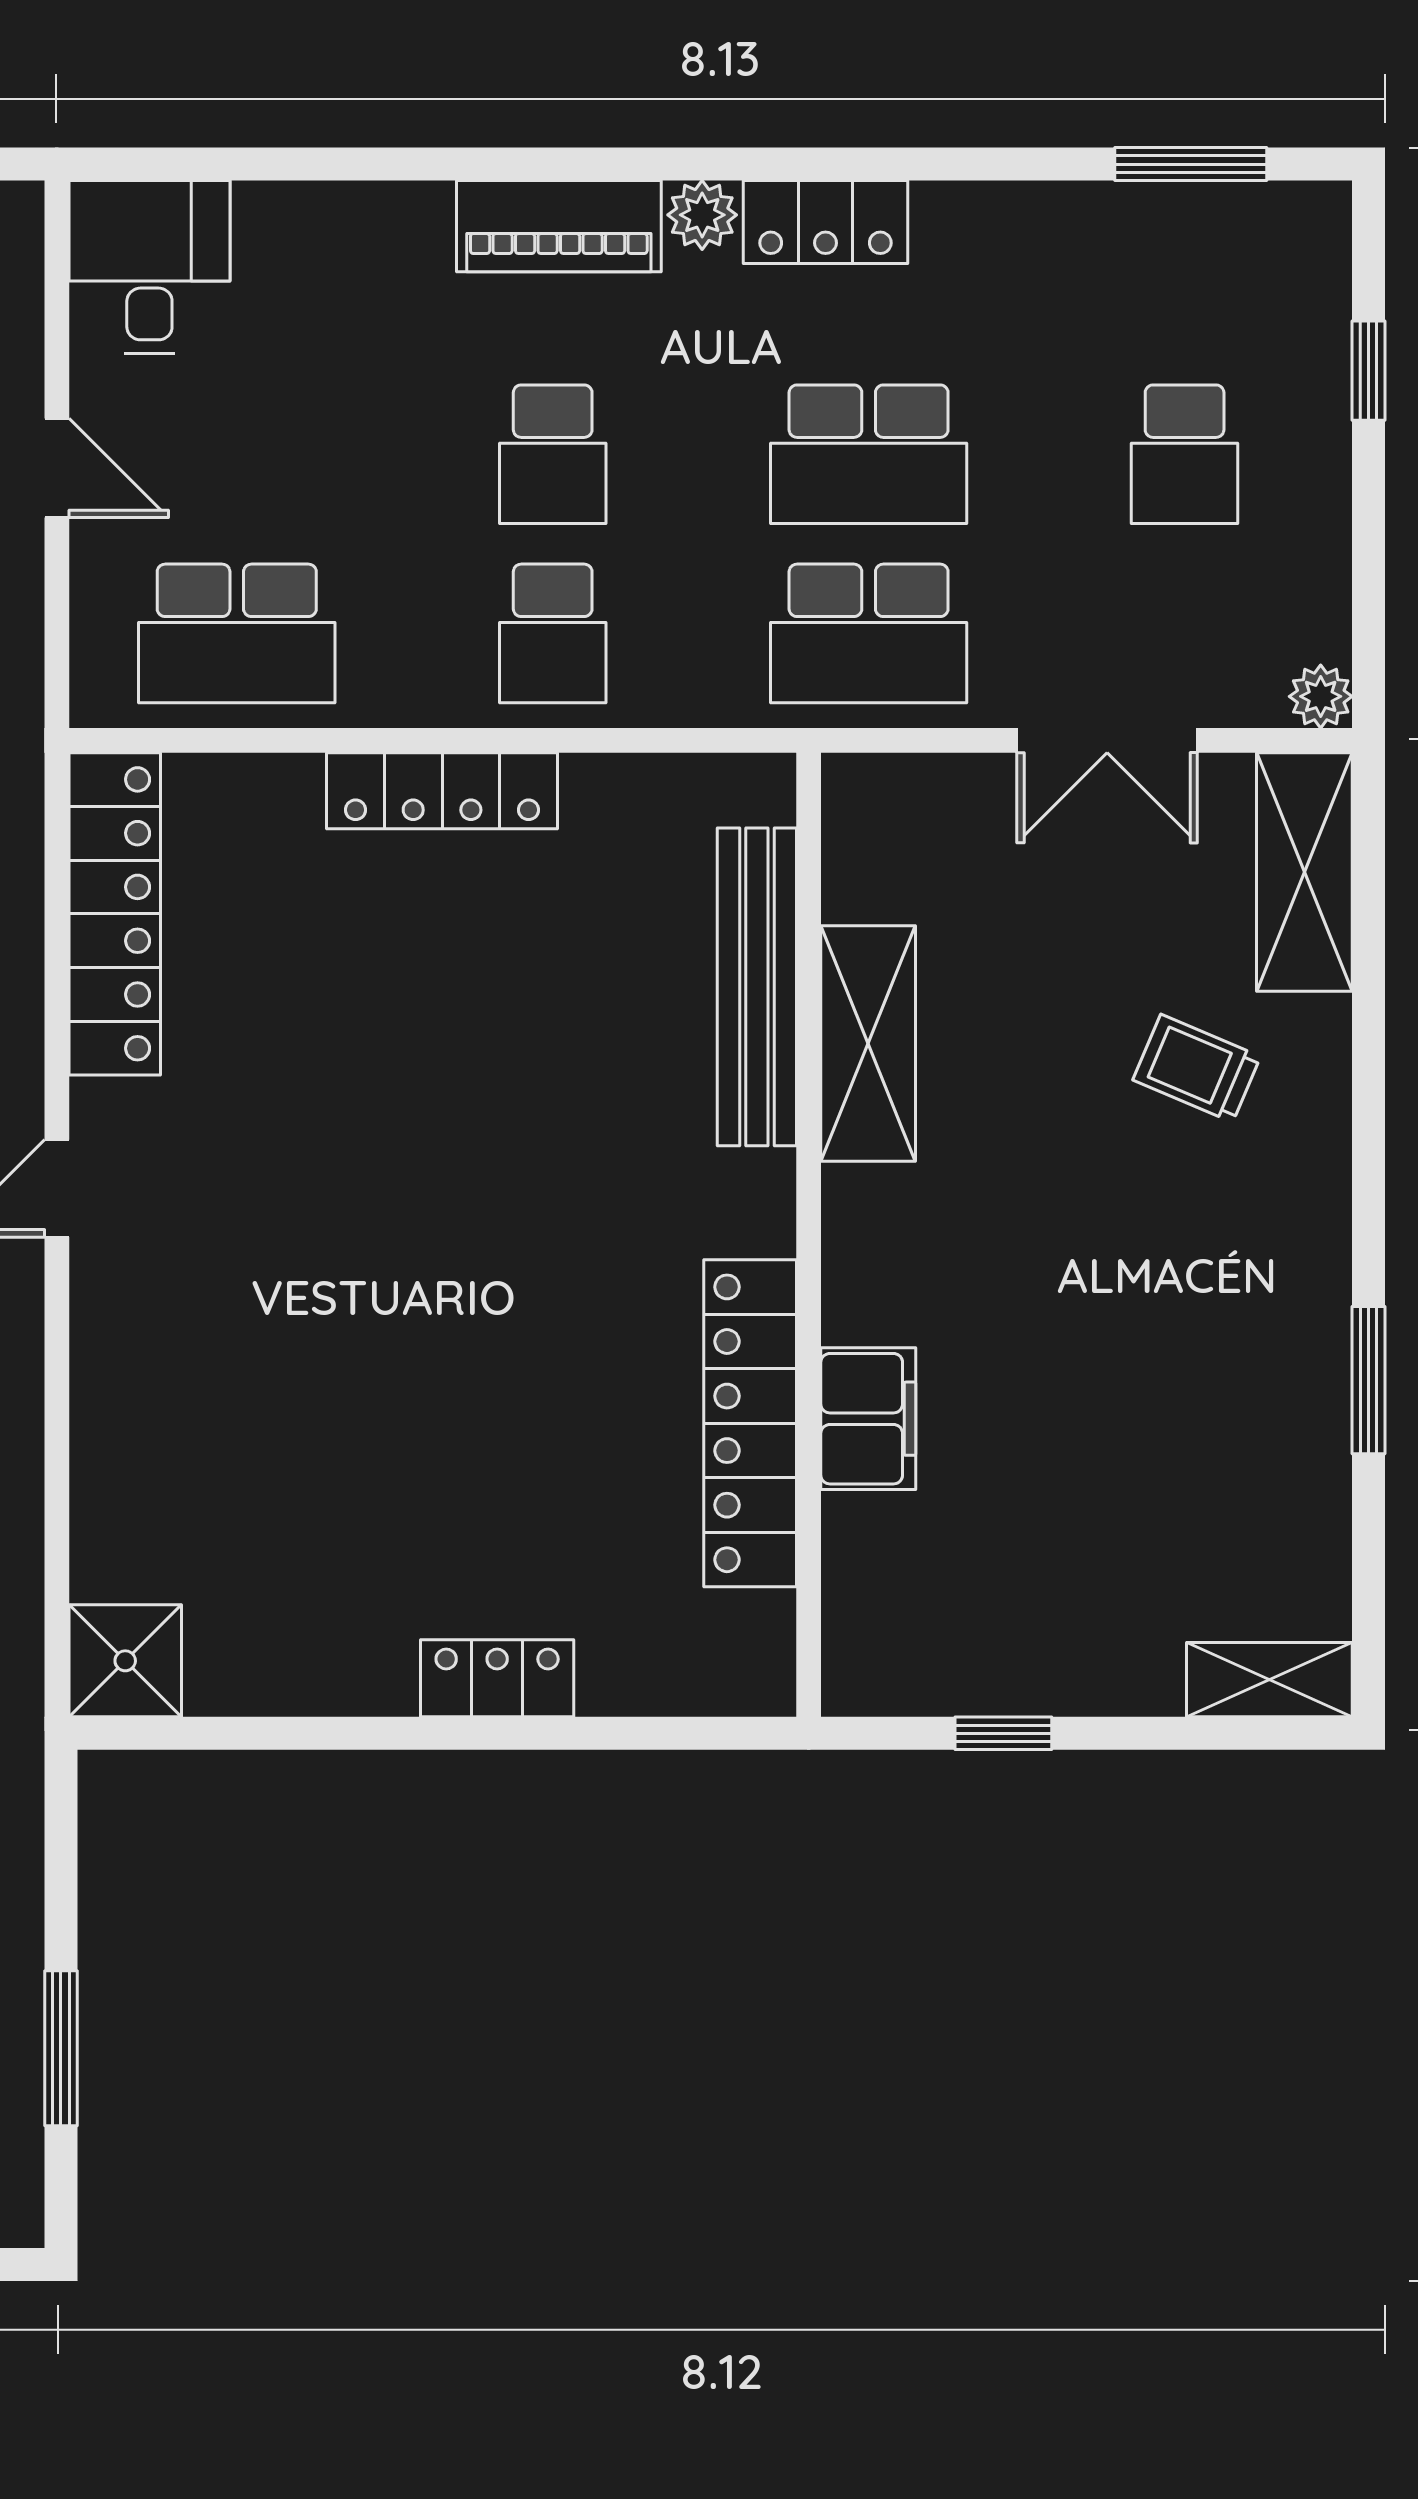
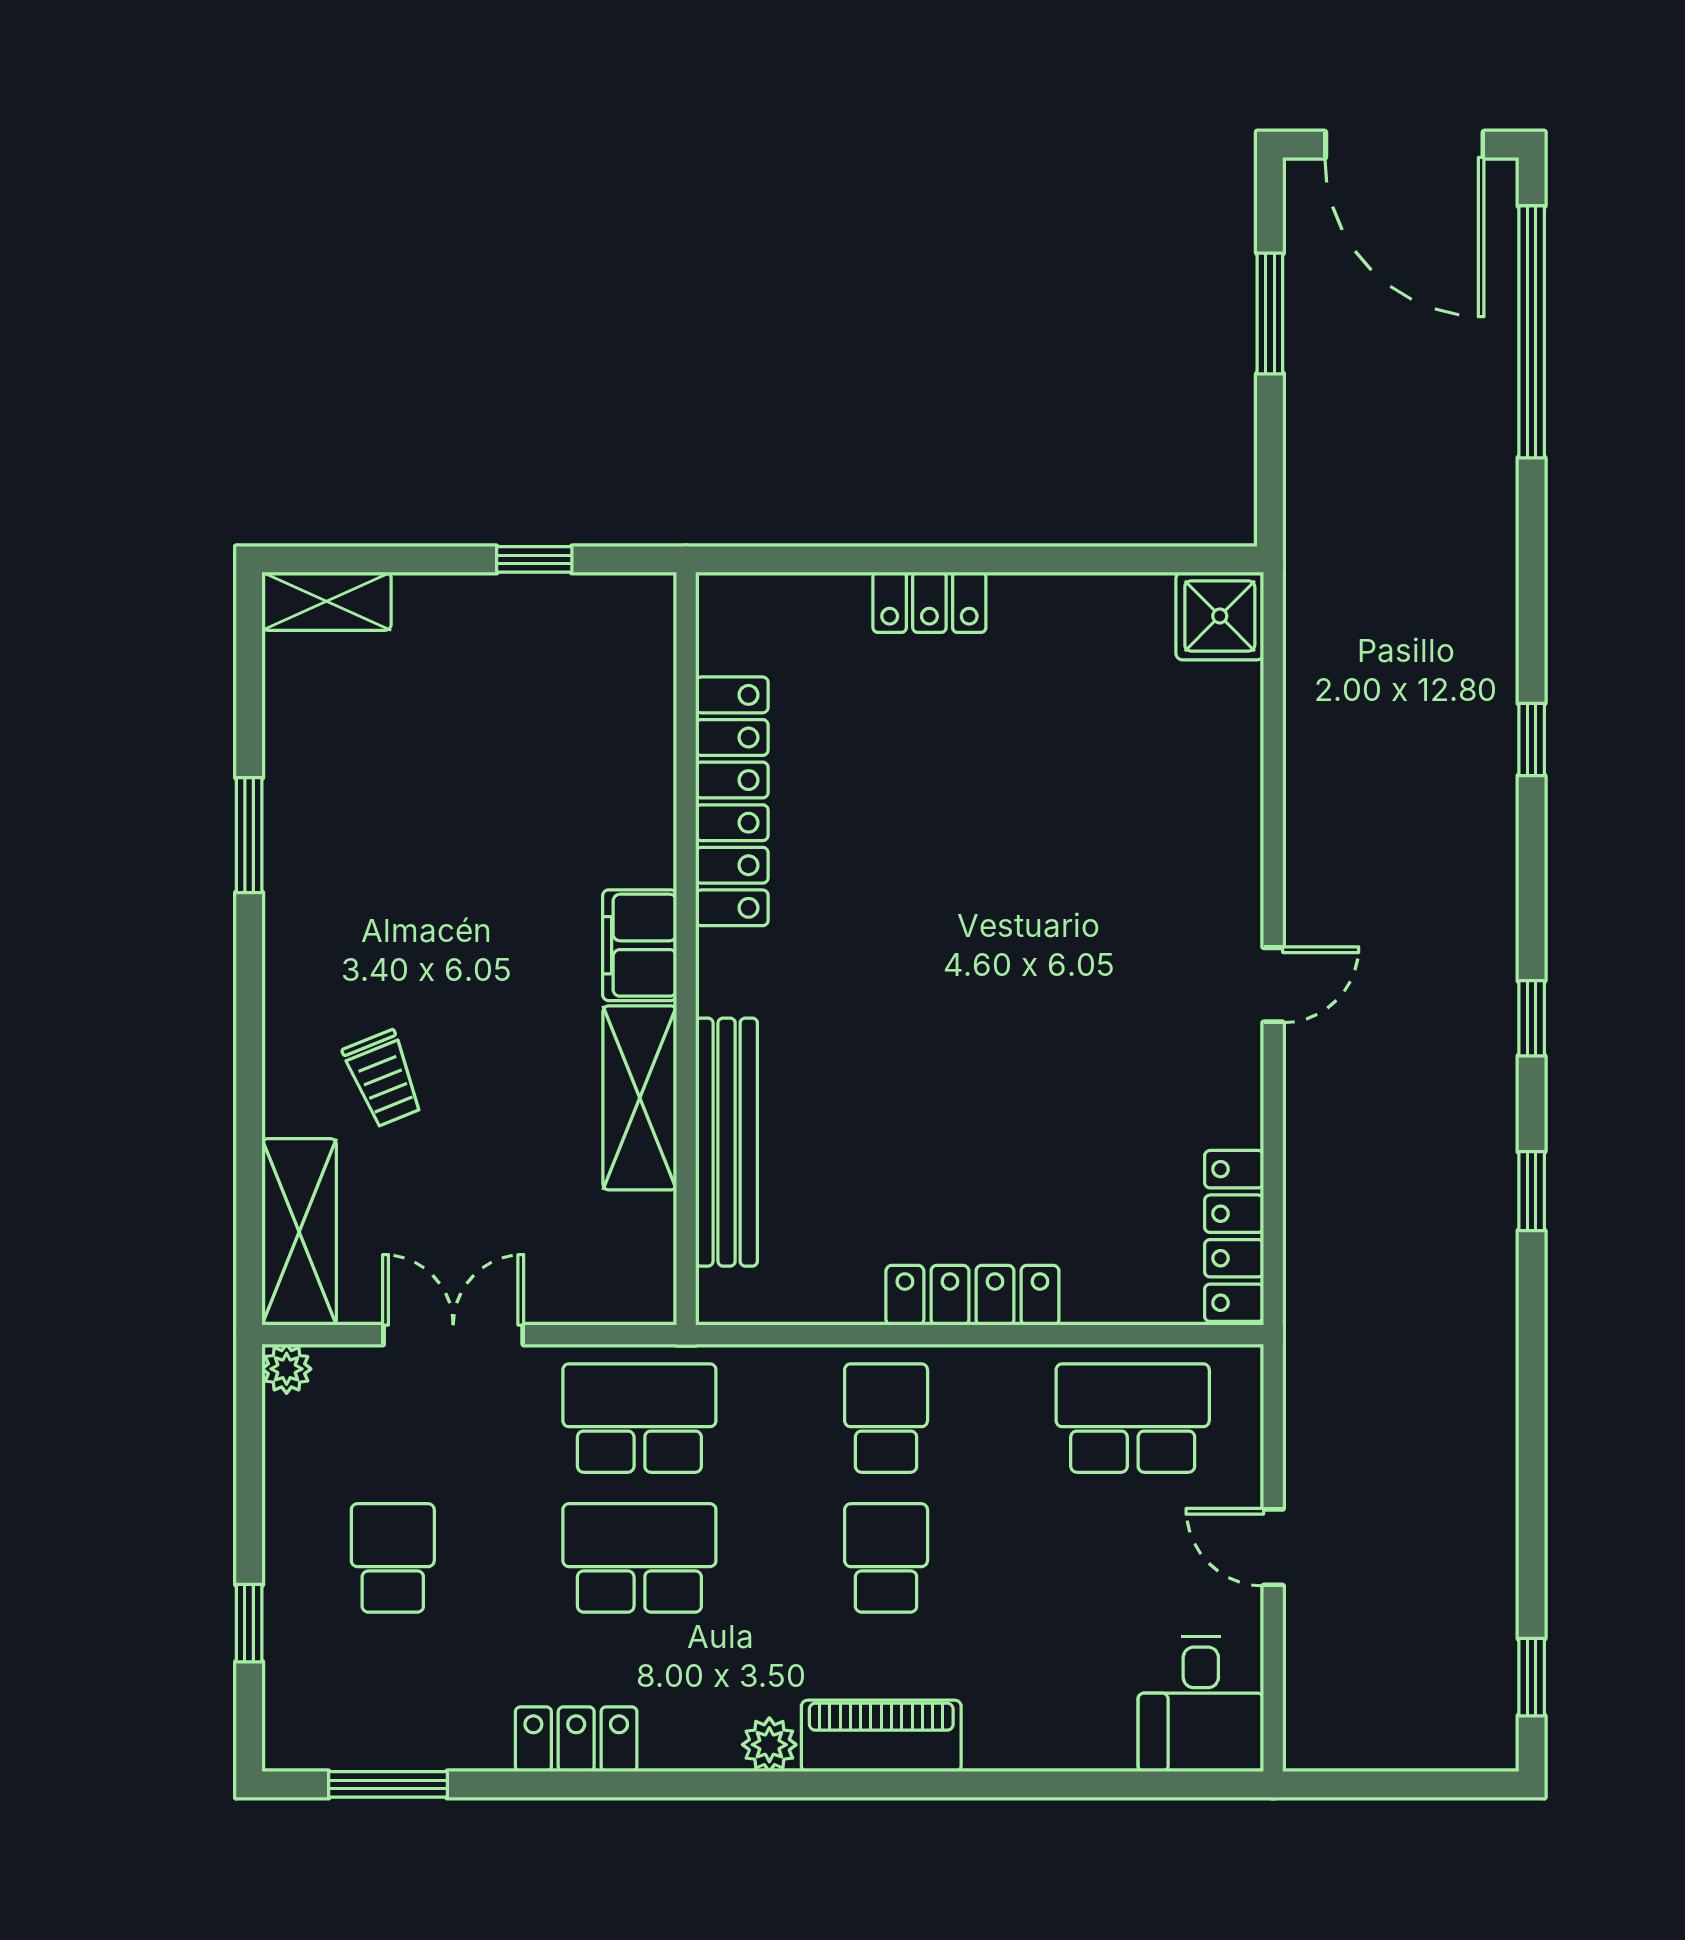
locker: (826, 222) -> (576, 1739), moved
locker: (115, 914) -> (1234, 1236), width x0.71, depth x0.83
trolley: (1197, 1068) -> (383, 1079), turned 45
filing cabinet: (868, 1419) -> (640, 945), moved

